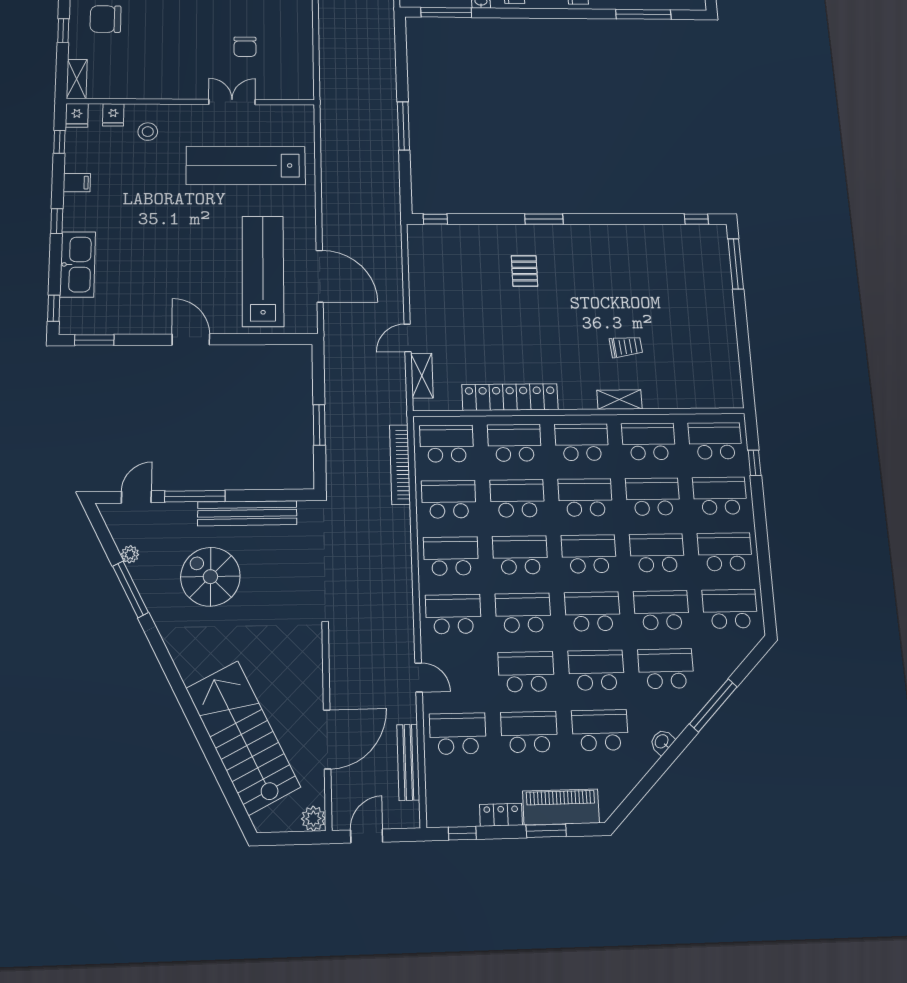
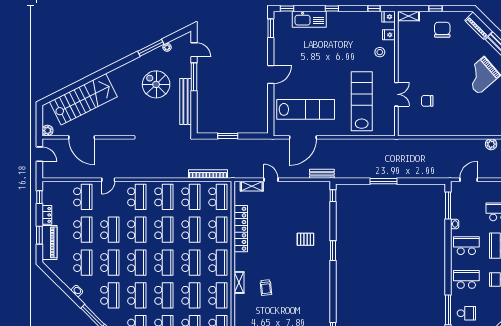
filing cabinet: (77, 183) -> (352, 18), removed
spiral stairs: (210, 577) -> (156, 84), turned -90
bench: (408, 762) -> (322, 174), moved, width x0.73

